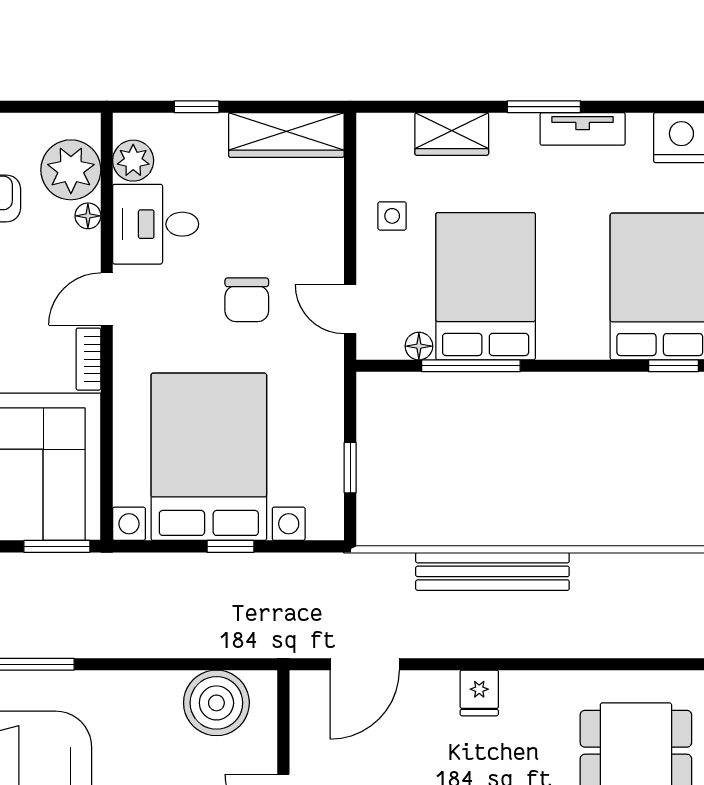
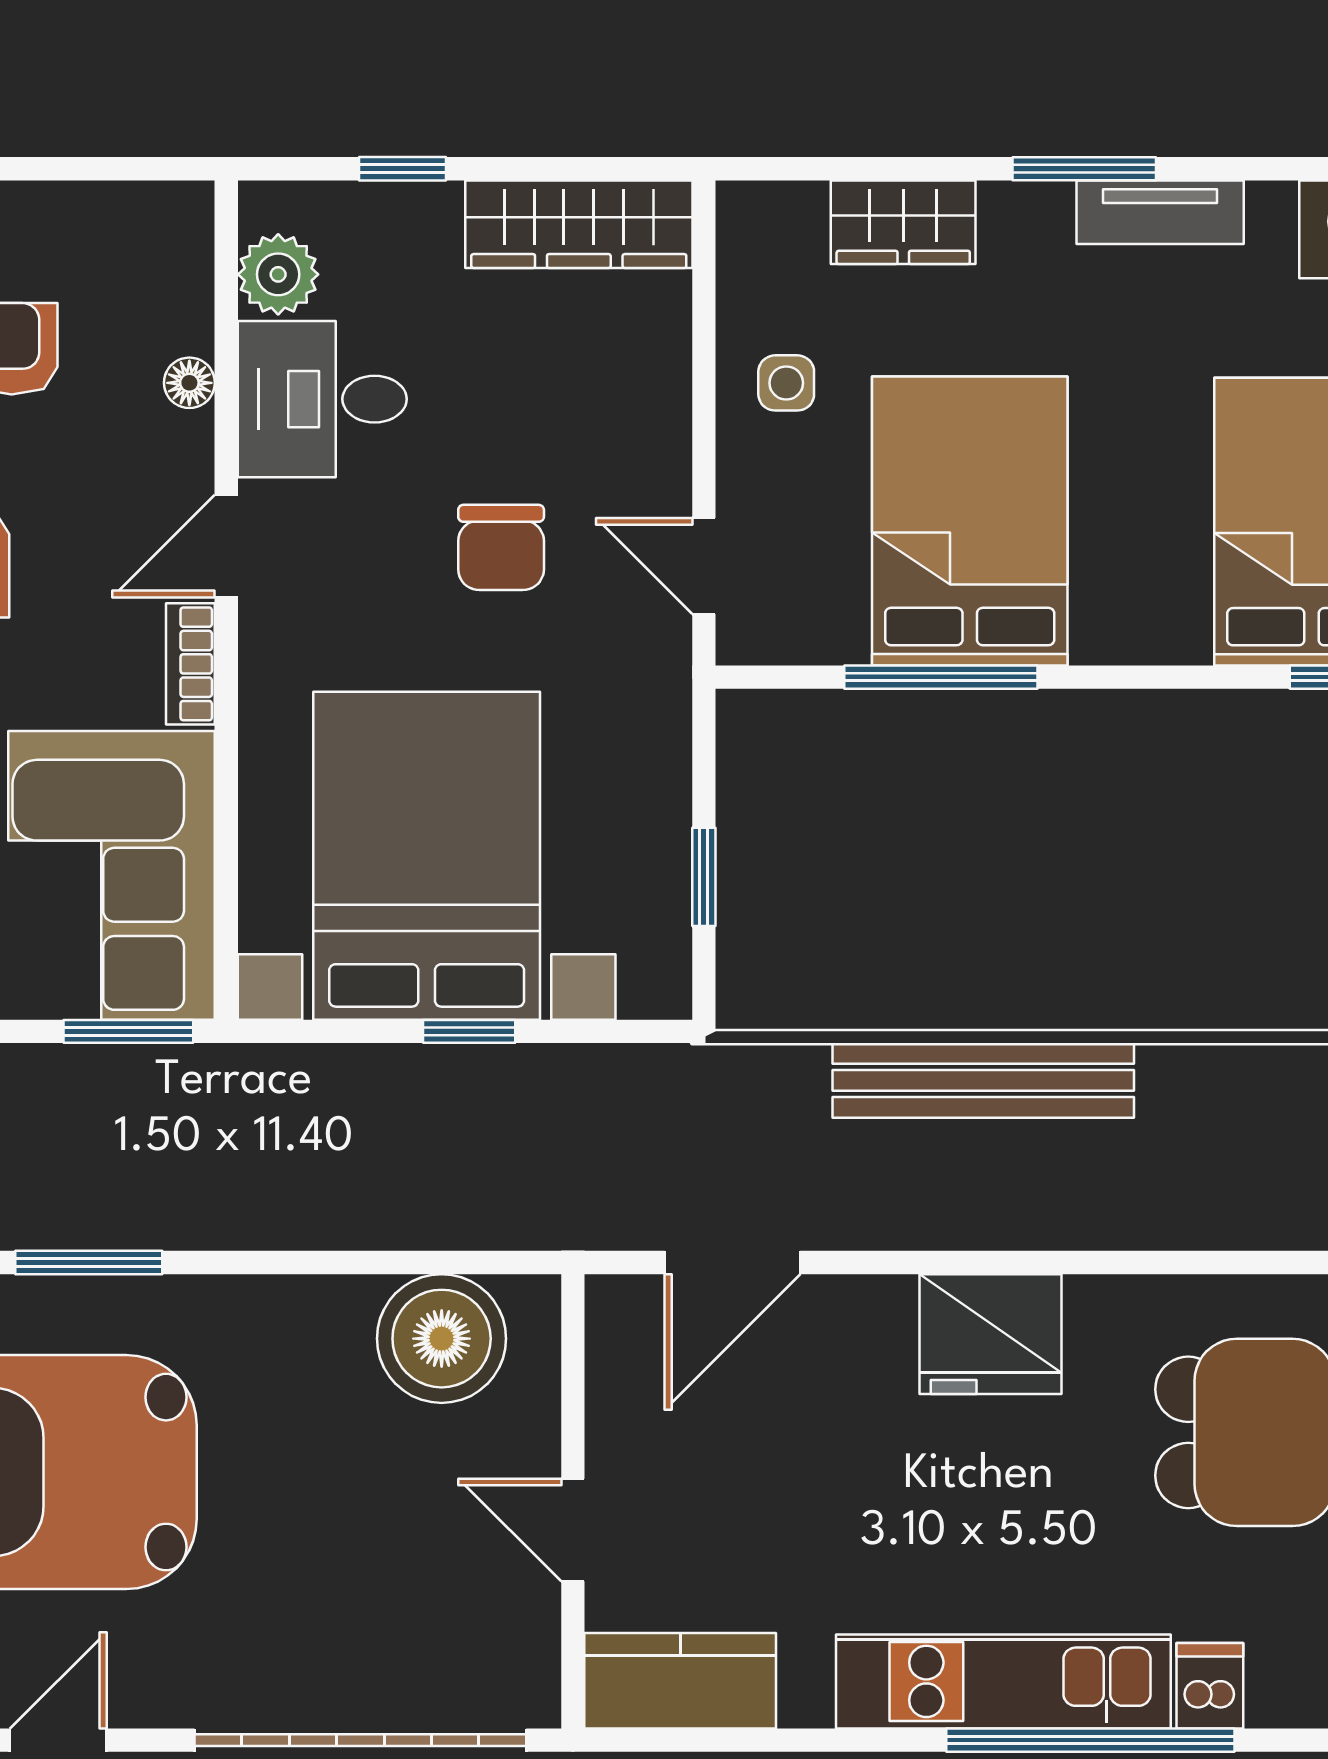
plant: (71, 170) -> (156, 292), removed
floor lamp: (419, 346) -> (839, 638), removed
fridge: (479, 693) -> (991, 1334), width x1.88, depth x1.34

